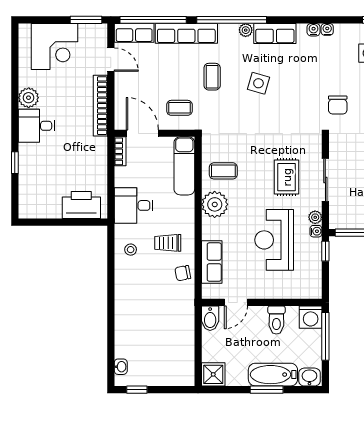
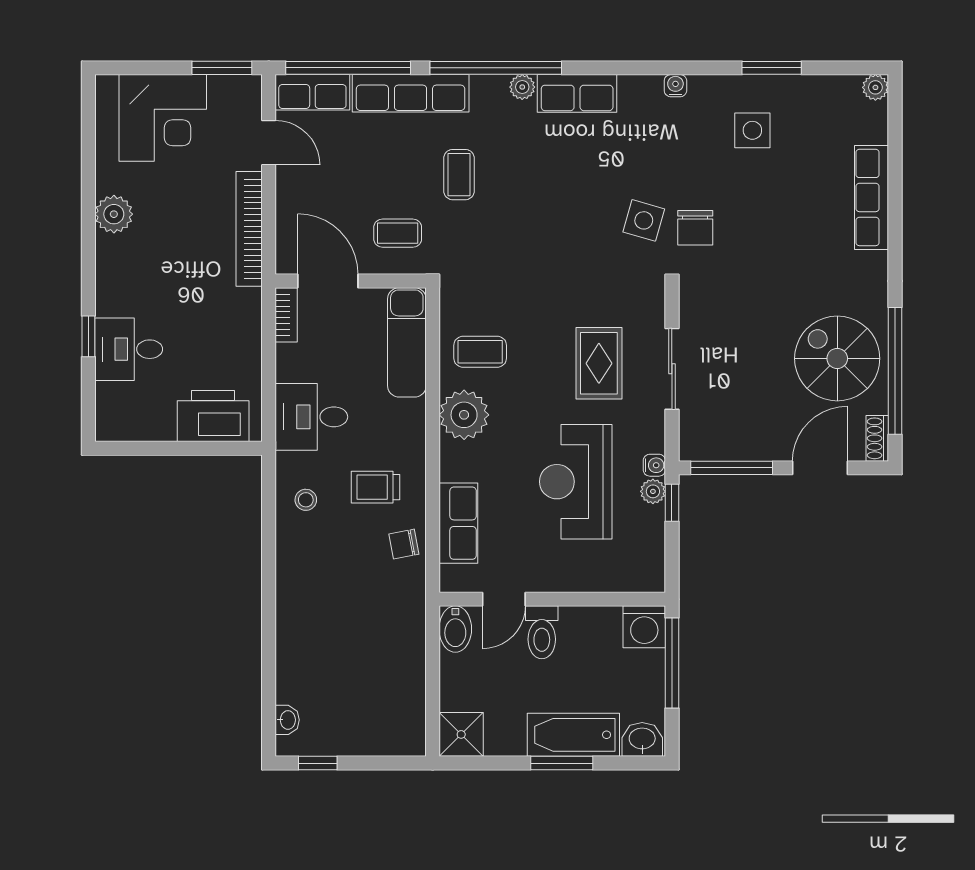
water cooler: (314, 30) -> (650, 86), removed
side table: (258, 83) -> (644, 220), moved
desk: (36, 126) -> (129, 349), moved
plant: (315, 217) -> (653, 491), moved
toilet: (276, 320) -> (542, 632), moved

